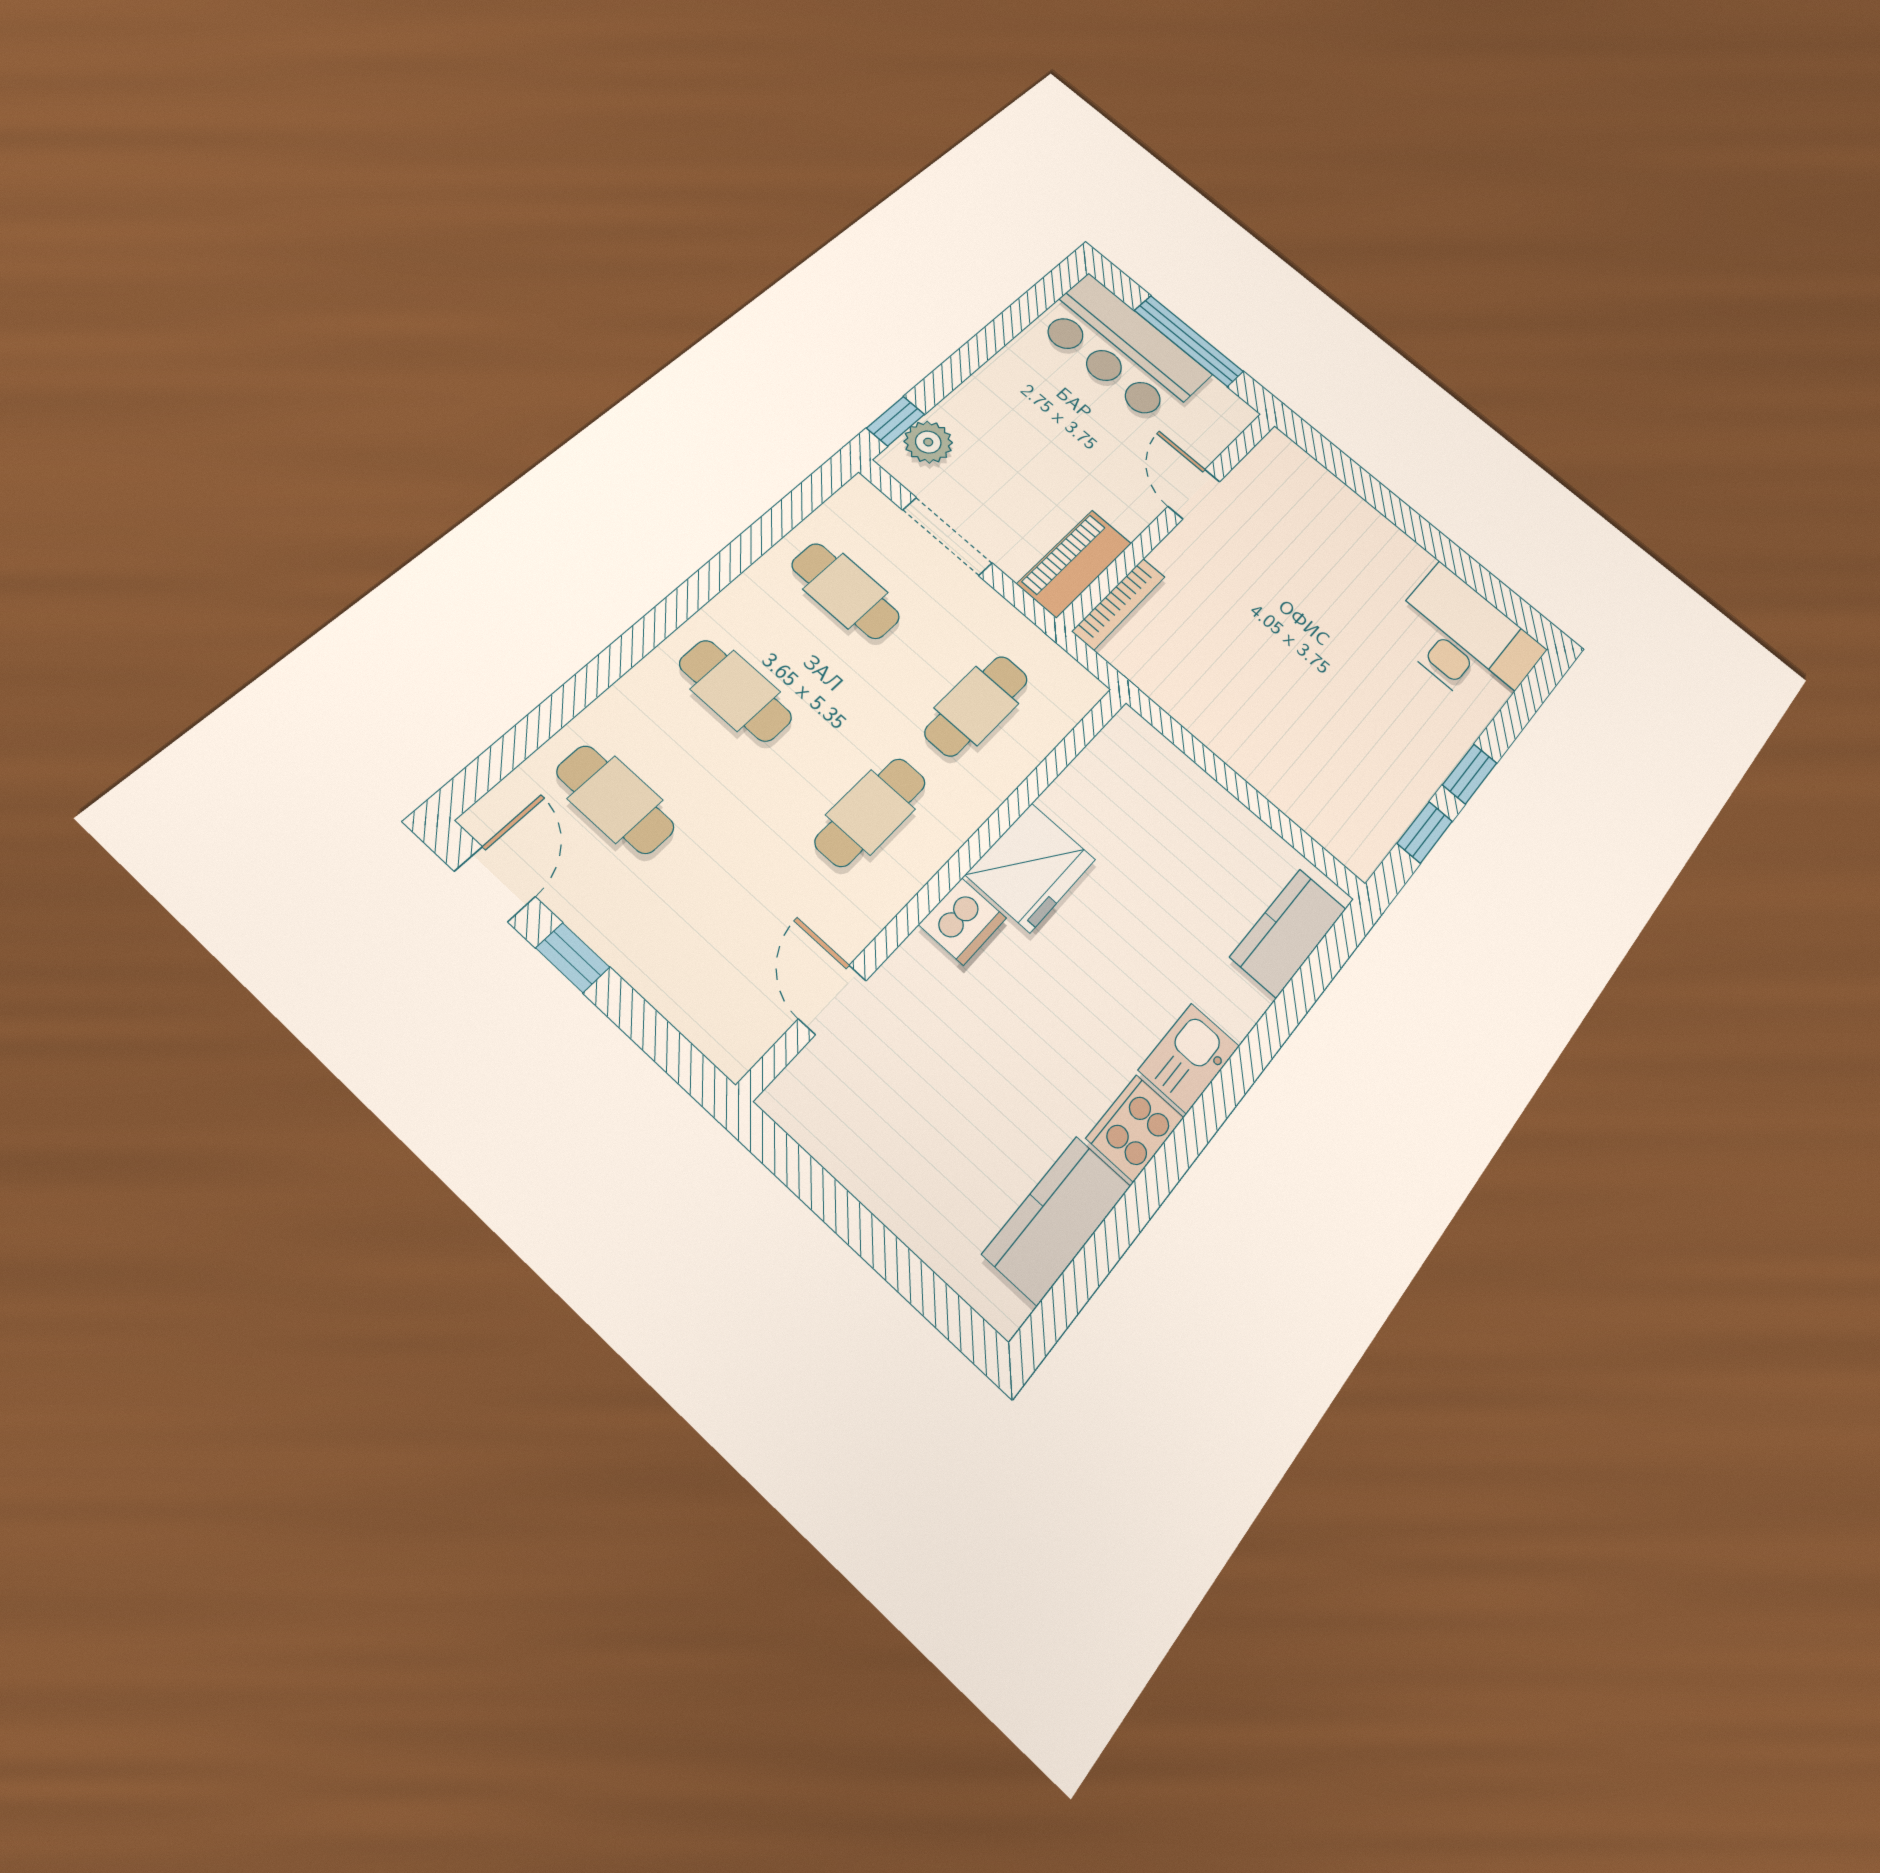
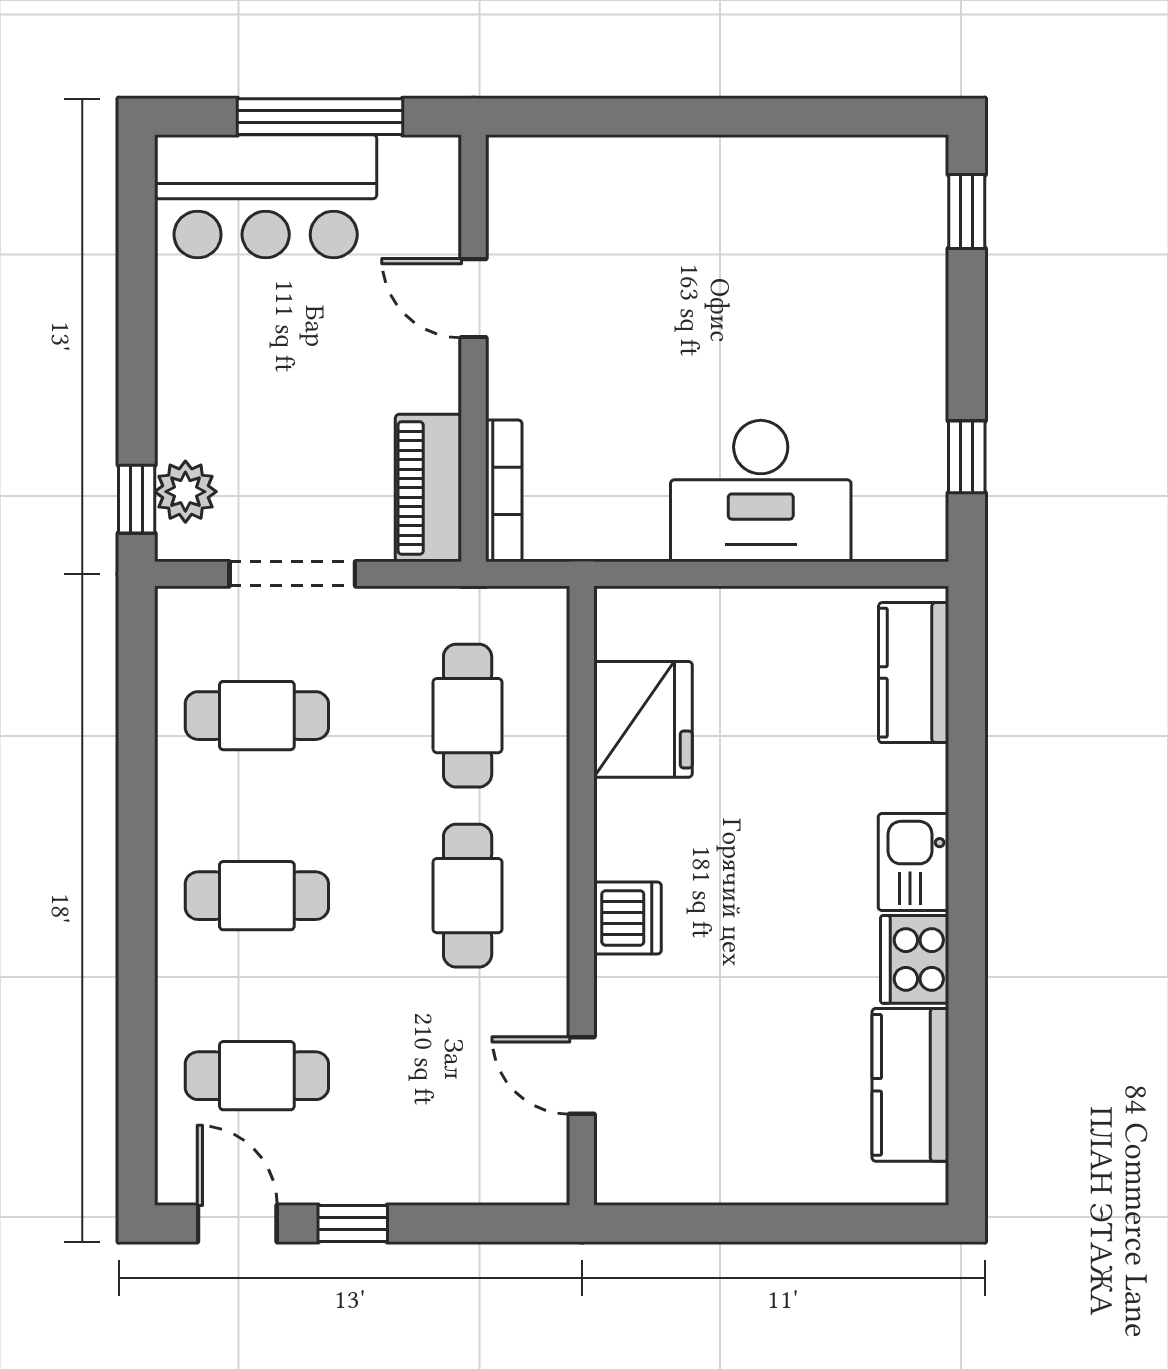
desk: (1465, 640) -> (761, 491), moved, turned 180
window: (1470, 774) -> (967, 212), moved
fridge: (1031, 867) -> (643, 719), moved

